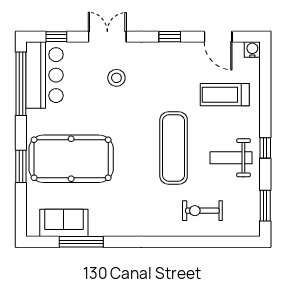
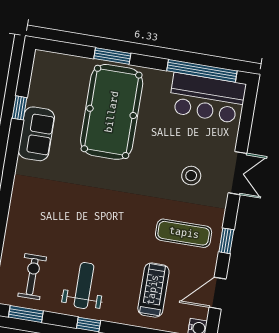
window: (56, 37) -> (247, 118), removed
exercise mat: (174, 148) -> (184, 233), moved, width x0.73, depth x0.69
exercise bike: (202, 211) -> (32, 277), moved
sofa: (64, 223) -> (36, 134), moved
window: (81, 242) -> (20, 108), width x0.46

